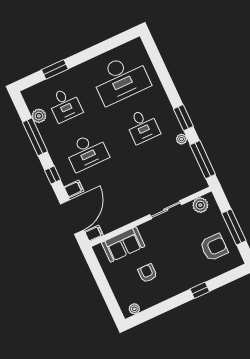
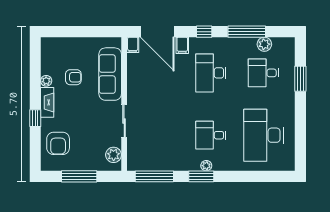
plant: (182, 139) -> (206, 166), moved
sofa: (123, 244) -> (110, 74), width x1.36
armchair: (214, 247) -> (58, 143), moved
fireplace: (181, 286) -> (47, 102), added
plant: (134, 309) -> (46, 81), moved

